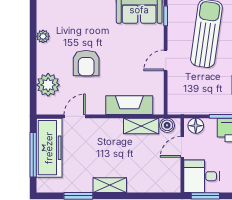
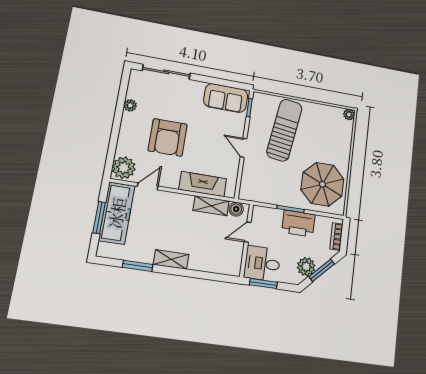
door: (166, 60) -> (244, 148), hinge flipped
armchair: (86, 63) -> (168, 137), width x1.36, depth x1.36
plant: (48, 85) -> (124, 168), moved
floor lamp: (196, 126) -> (263, 214), removed
window: (33, 155) -> (99, 218), width x0.69

